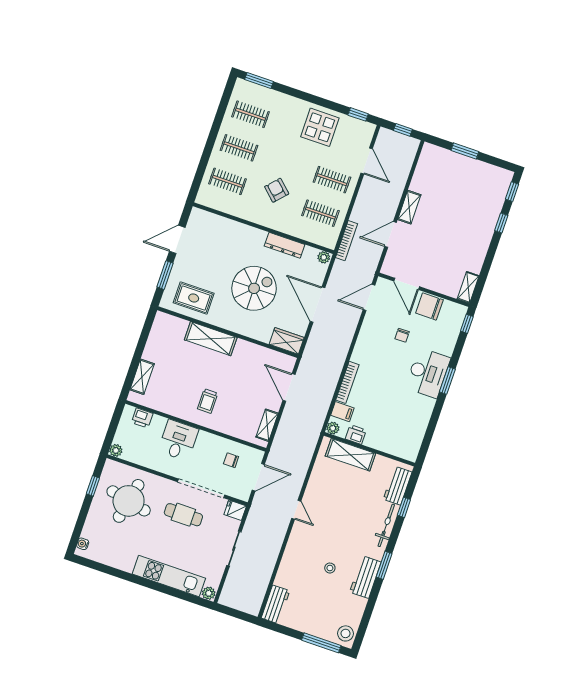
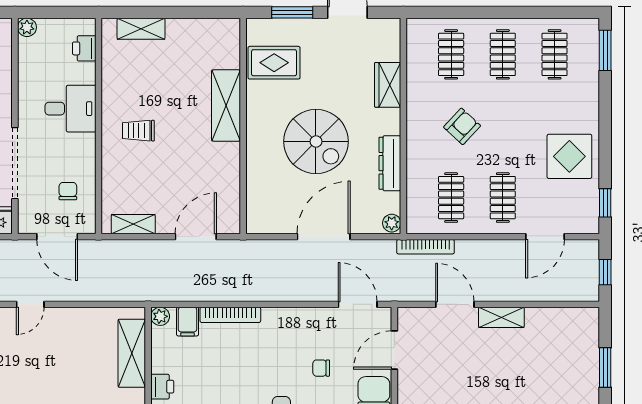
rug: (194, 298) -> (274, 63), turned 90
wardrobe: (287, 341) -> (388, 85), moved, turned 180
printer: (356, 434) -> (162, 387), moved

